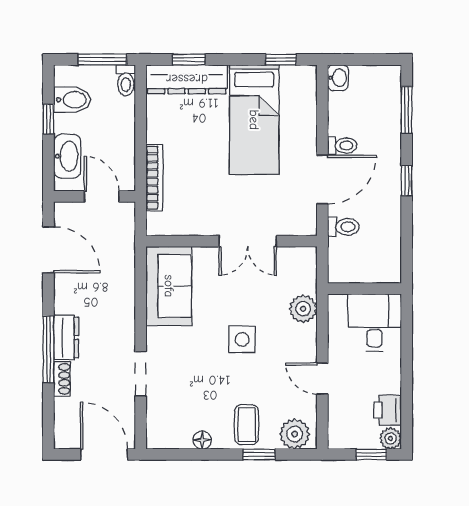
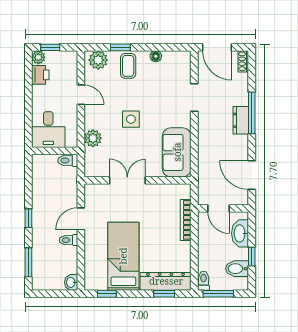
door: (322, 180) -> (81, 219), width x0.73
toilet: (343, 227) -> (68, 160), moved
shoe rack: (62, 379) -> (243, 61), moved

